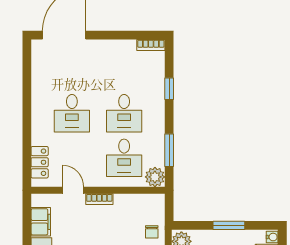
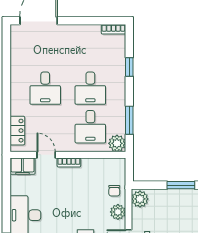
filing cabinet: (41, 222) -> (22, 166), moved, turned 90

